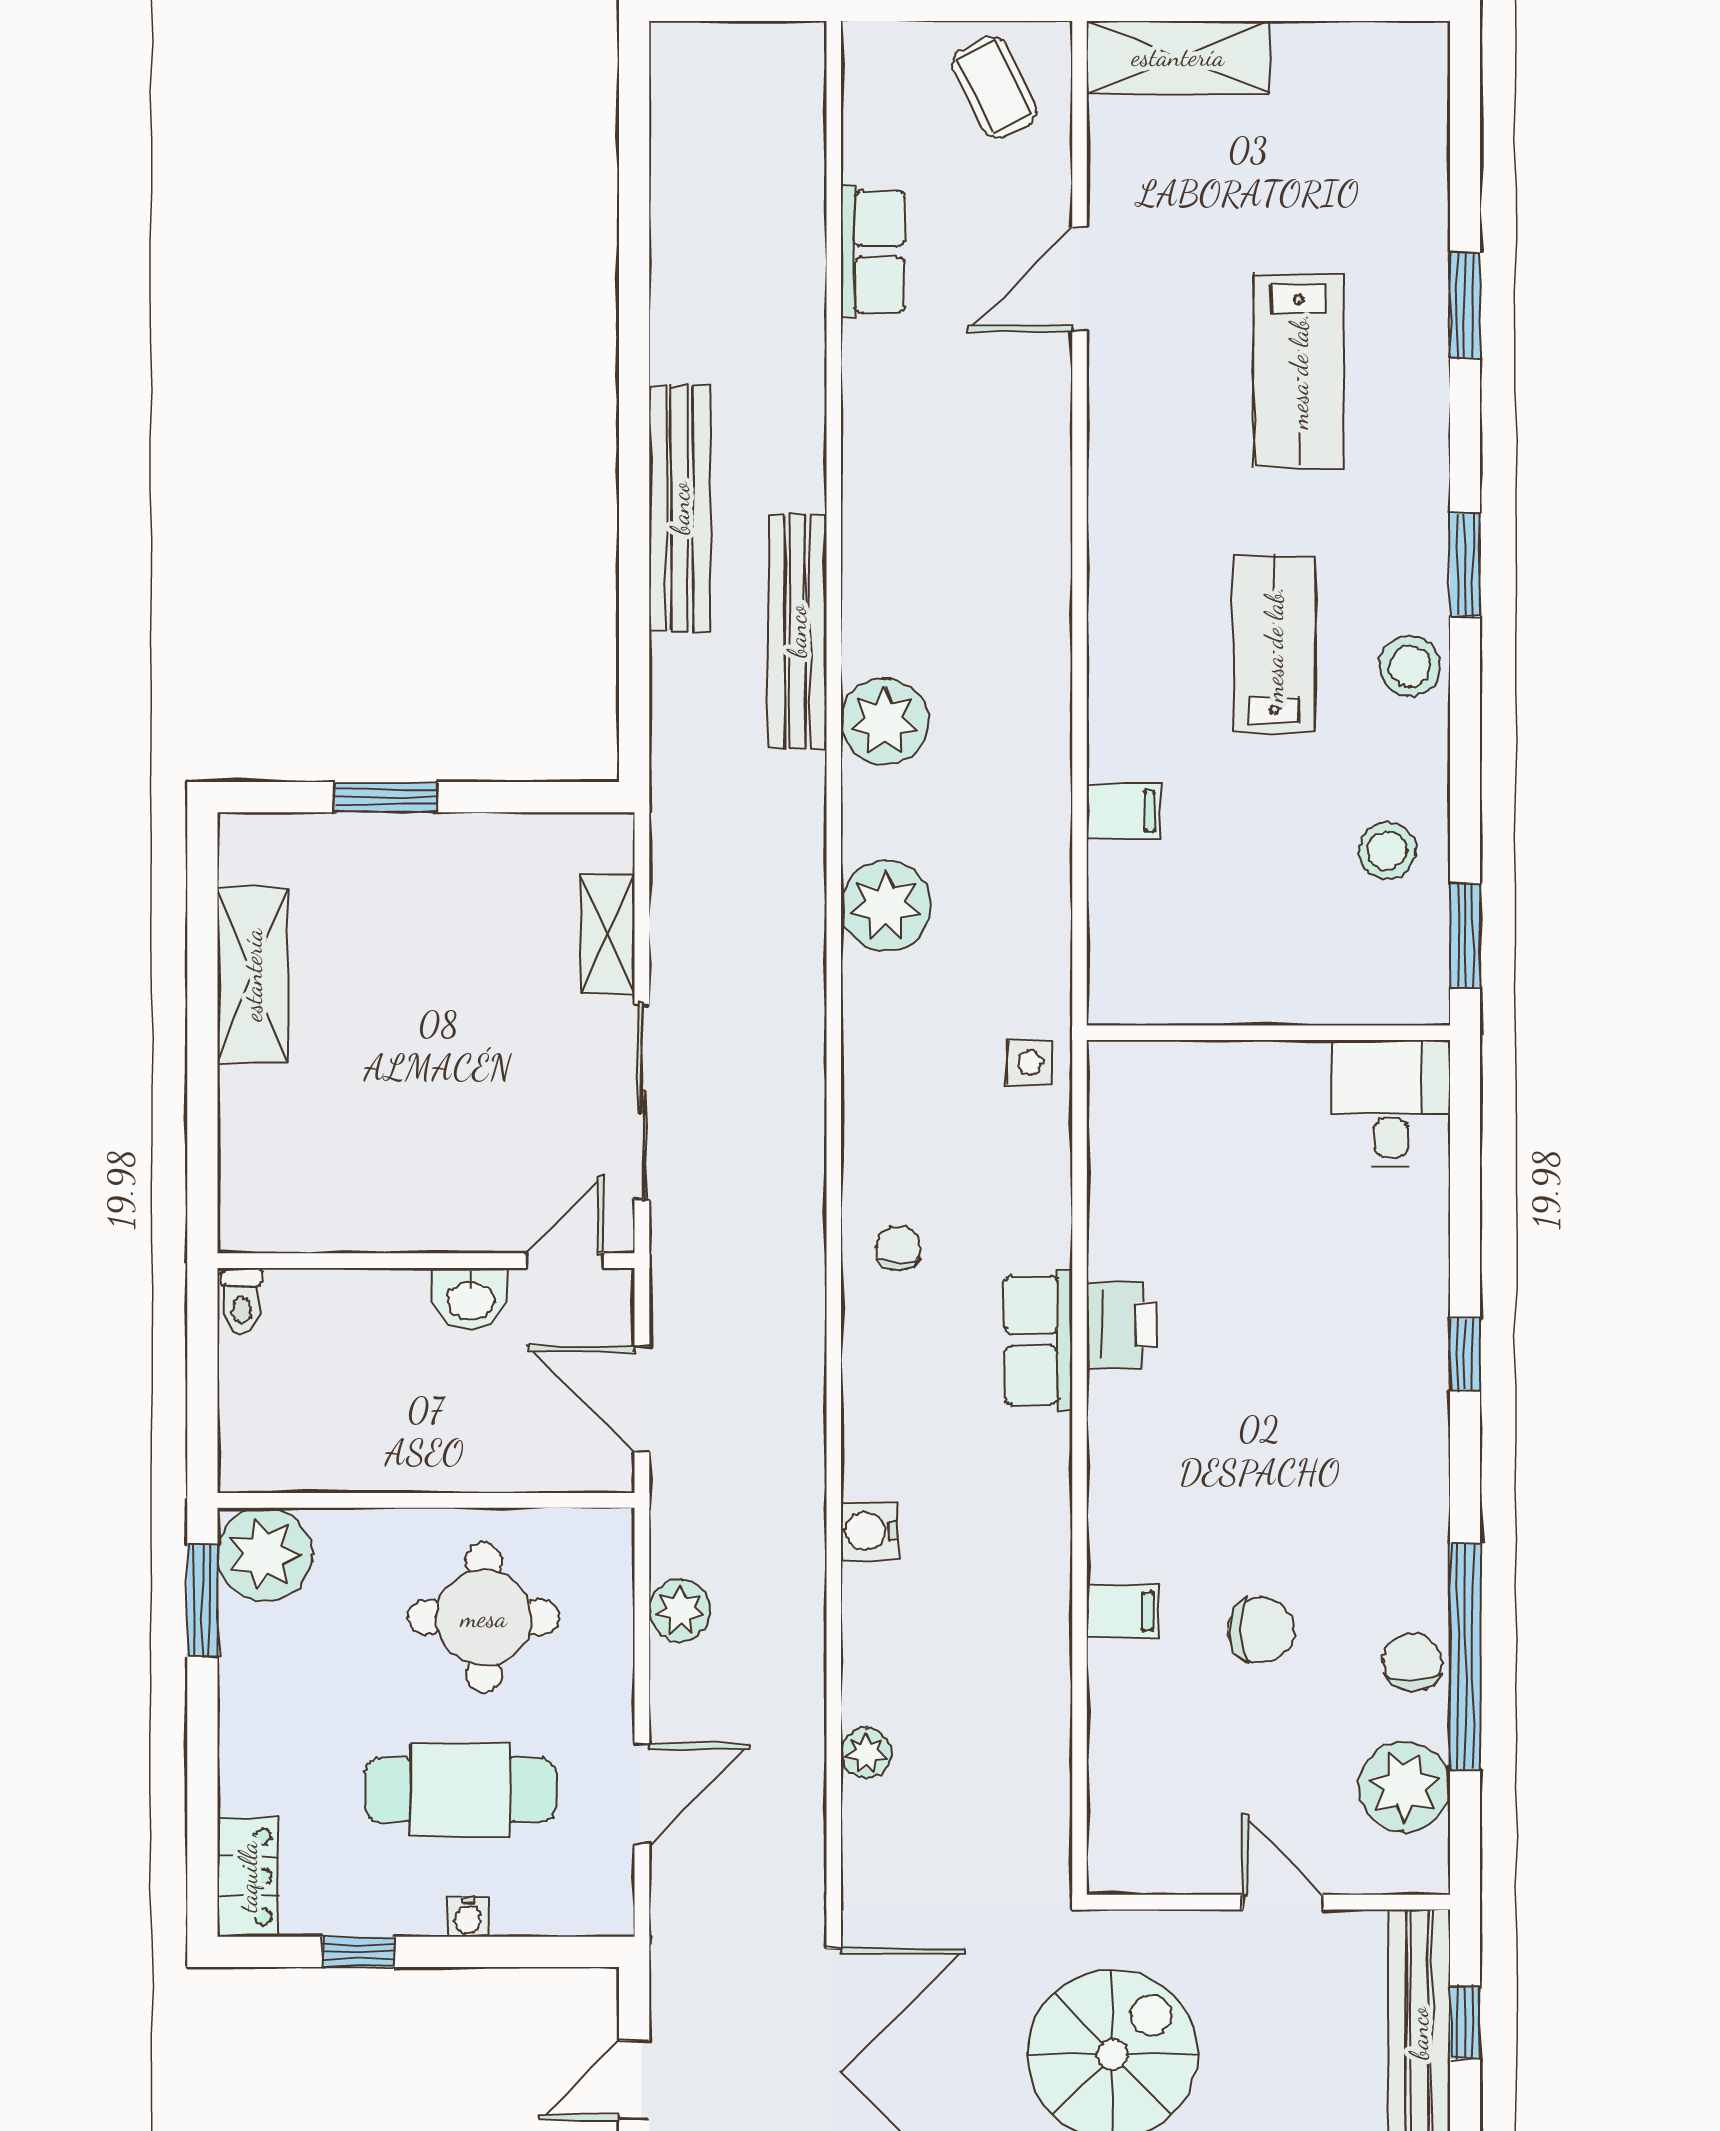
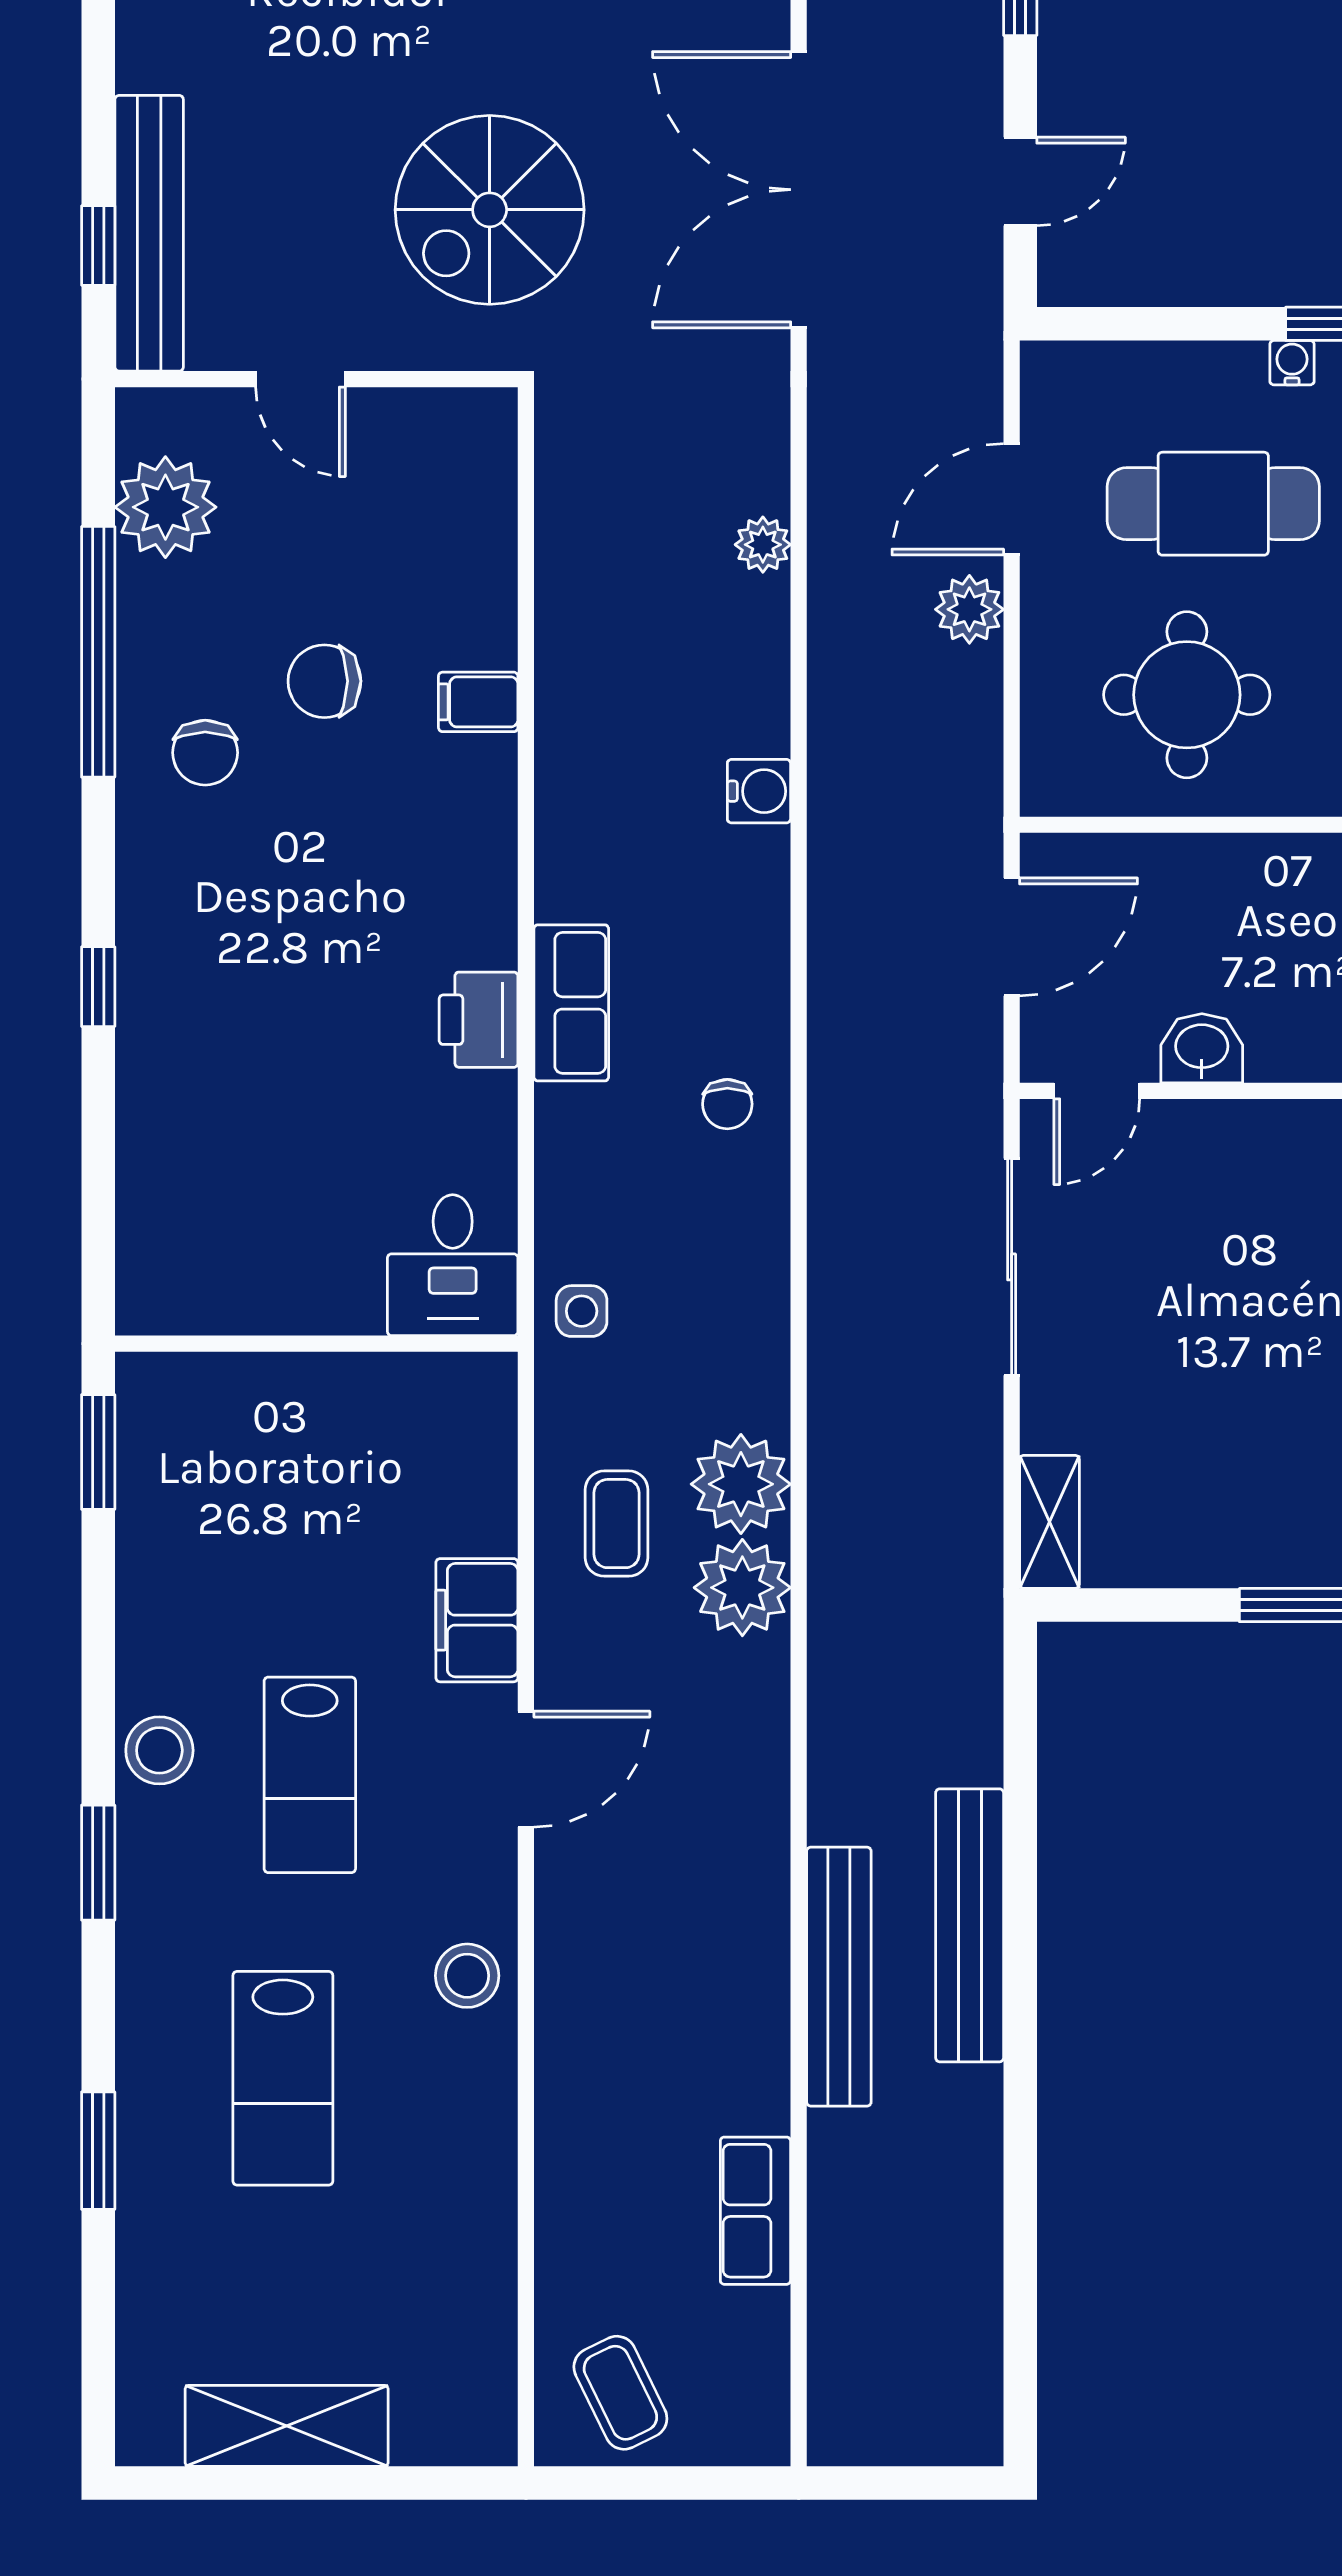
shelving: (1178, 57) -> (287, 2426), moved
door: (1080, 279) -> (526, 1769), moved
lab bench: (1299, 371) -> (283, 2078), turned 180
bench: (797, 631) -> (839, 1977), moved
plant: (885, 722) -> (742, 1588), moved
filing cabinet: (1124, 811) -> (477, 1620), width x2.00
stool: (1387, 850) -> (467, 1976), moved
coffee table: (998, 871) -> (616, 1524), added
shelving: (608, 934) -> (1049, 1522), moved
desk: (1391, 1103) -> (453, 1265), moved
door: (642, 1399) -> (1012, 937), hinge flipped
plant: (680, 1610) -> (969, 609), moved
chair: (1412, 1662) -> (205, 753), moved
water cooler: (468, 1917) -> (1292, 363), moved

